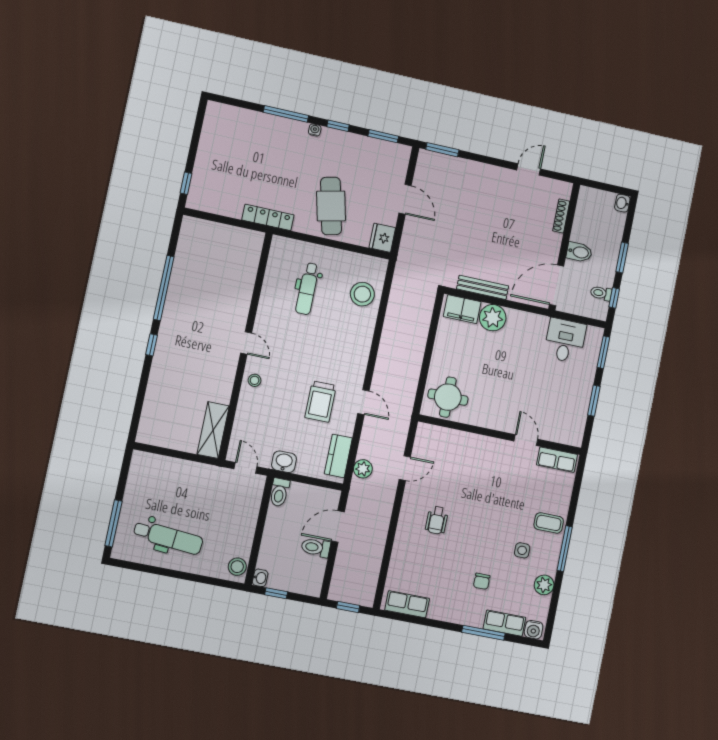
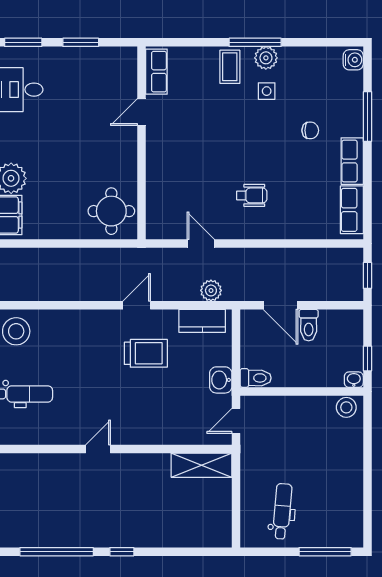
stool: (255, 380) -> (137, 431), removed
dental chair: (168, 537) -> (282, 511), moved, width x0.73, depth x0.72
plant: (544, 585) -> (266, 58), moved
row of seats: (504, 623) -> (352, 161), moved

